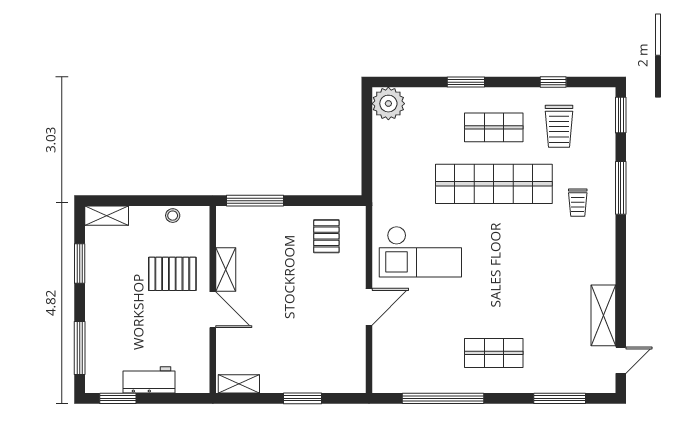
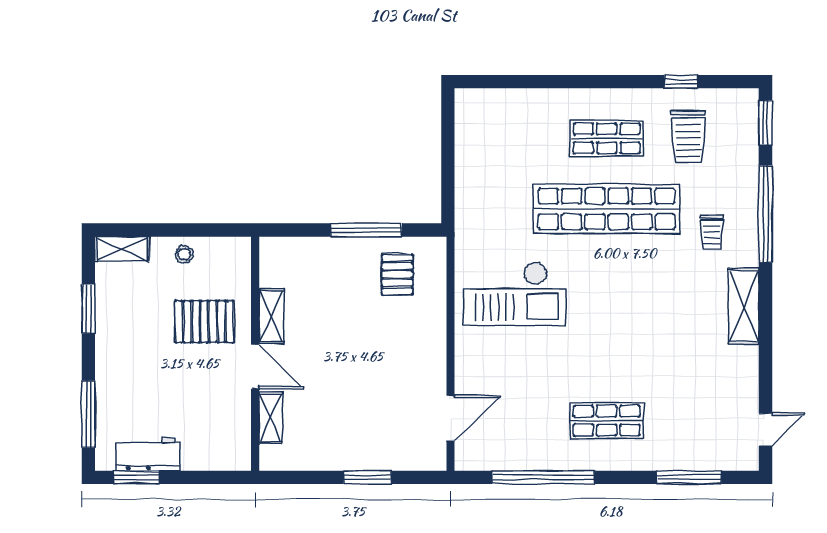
window: (466, 82) -> (572, 82), removed
plant: (388, 104) -> (475, 108), removed
window: (621, 188) -> (766, 214), width x1.46
window: (255, 201) -> (366, 230), moved
stool: (173, 216) -> (184, 254), moved
door: (369, 307) -> (450, 418), moved
shelving: (603, 315) -> (744, 306), moved
workbench: (149, 380) -> (148, 454), moved
shelving: (239, 384) -> (271, 418), moved, turned 90

